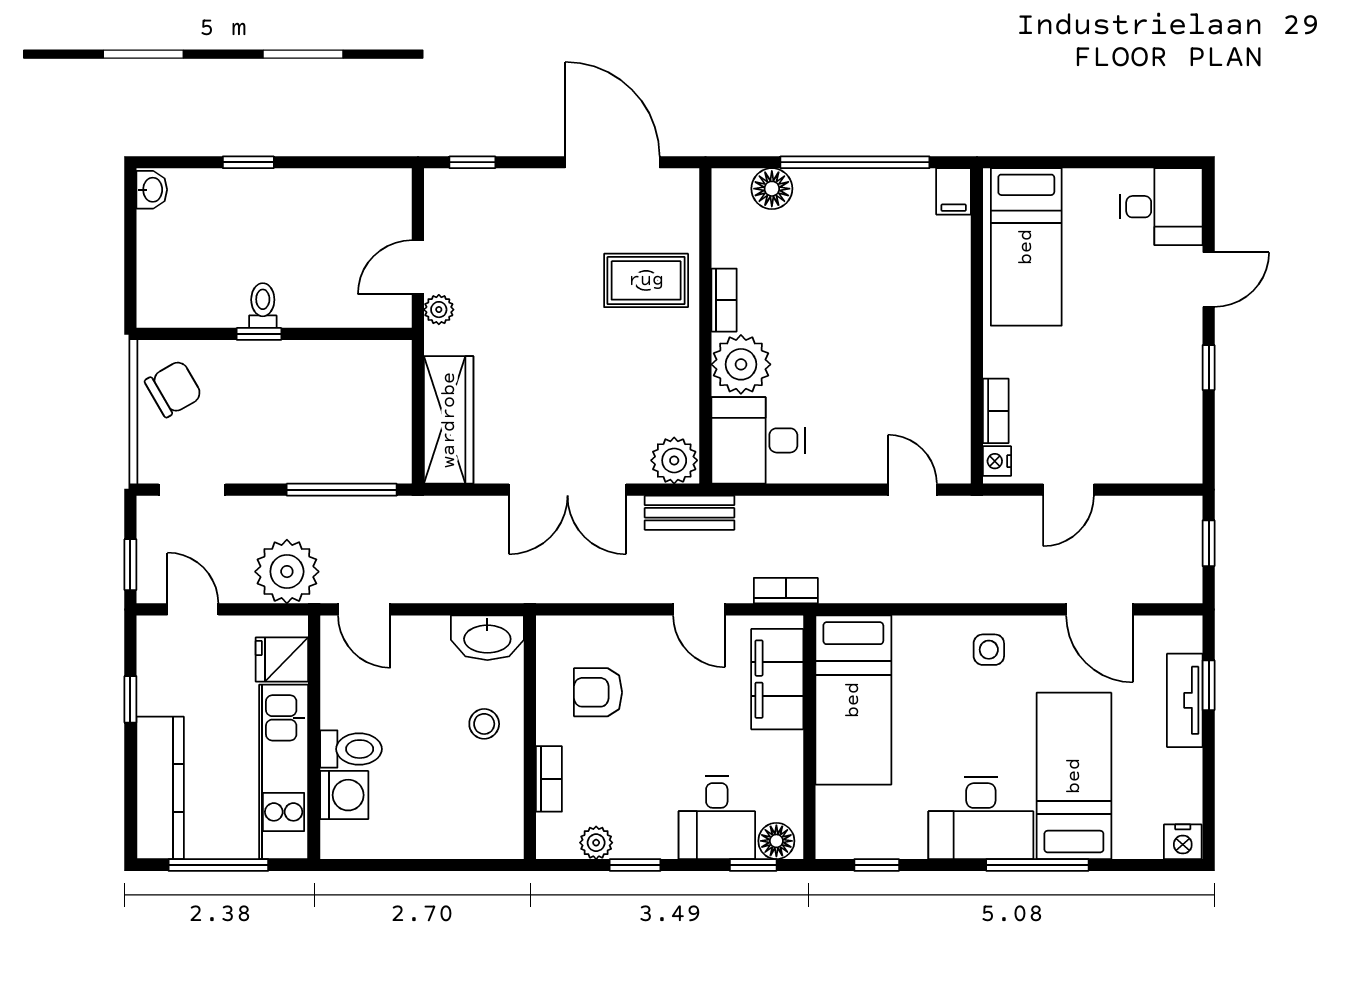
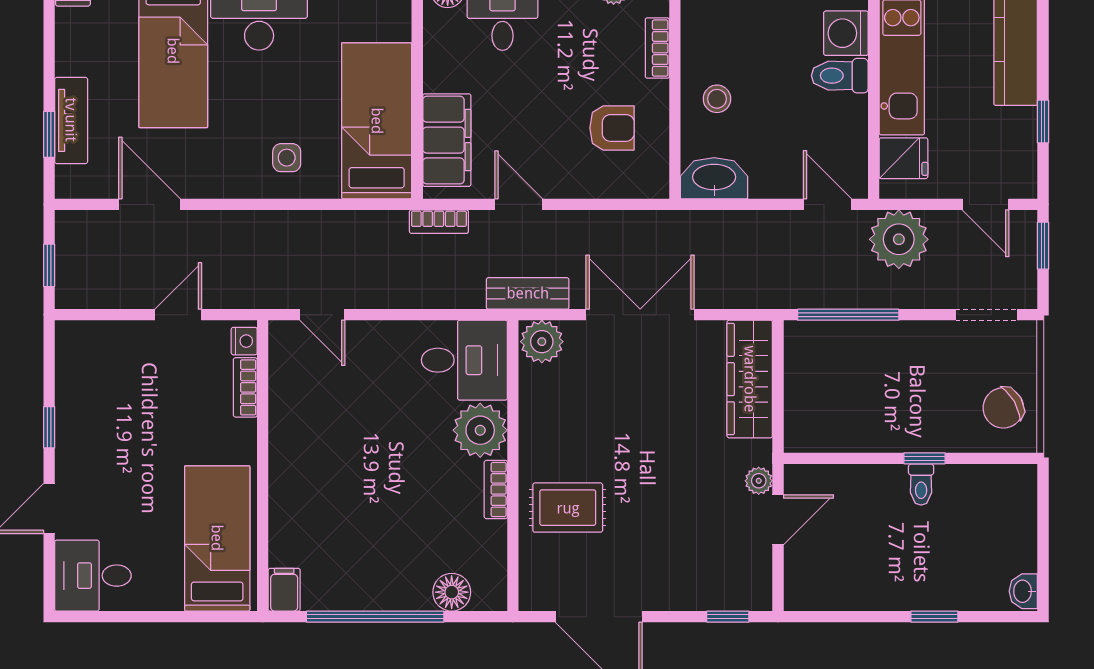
side table: (989, 650) -> (287, 158), moved

